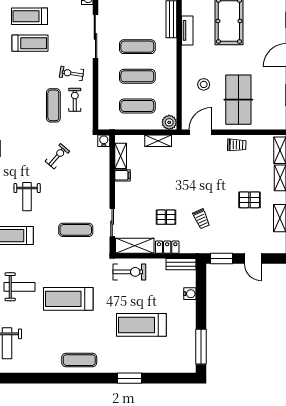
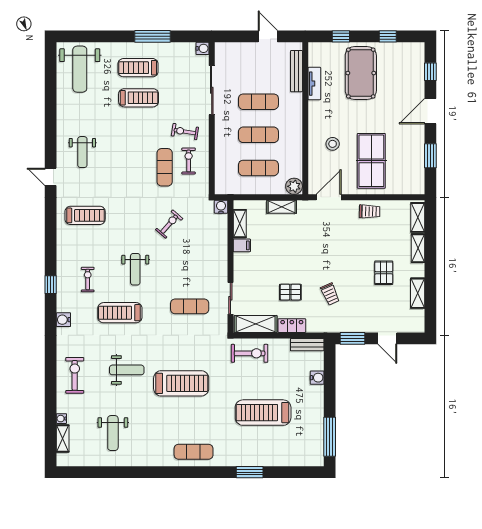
pallet: (249, 200) -> (384, 273), turned 90
treadmill: (68, 299) -> (181, 383), turned 180

